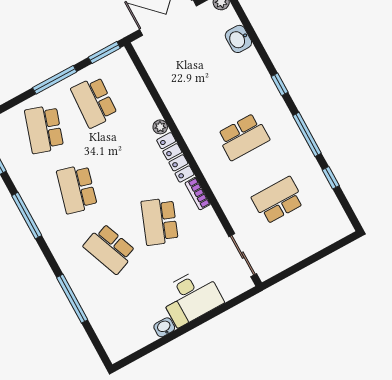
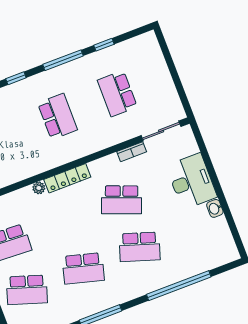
bookcase: (198, 194) -> (132, 152), moved
school desk: (110, 249) -> (140, 247), turned 39
window: (72, 299) -> (179, 286), width x1.46

